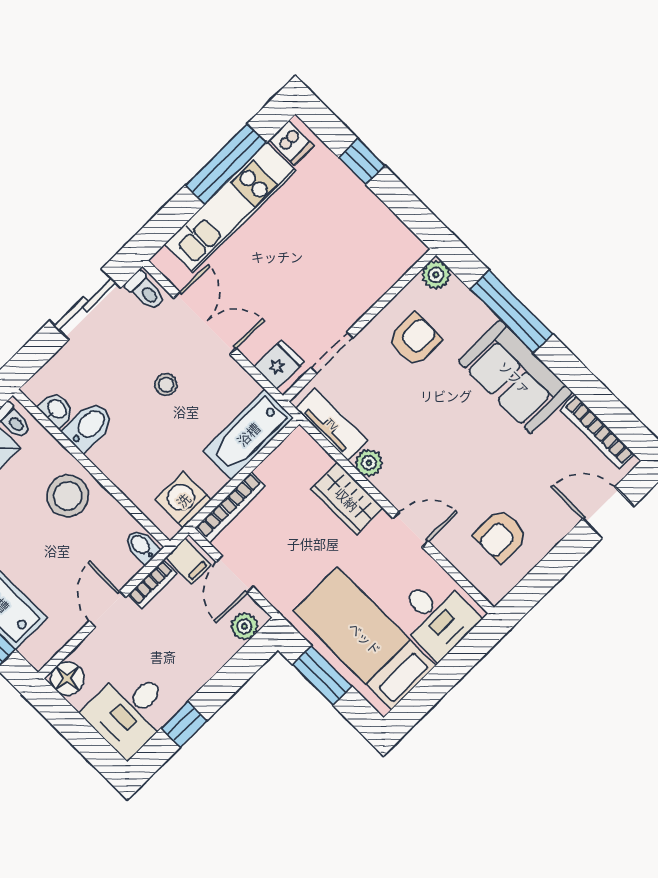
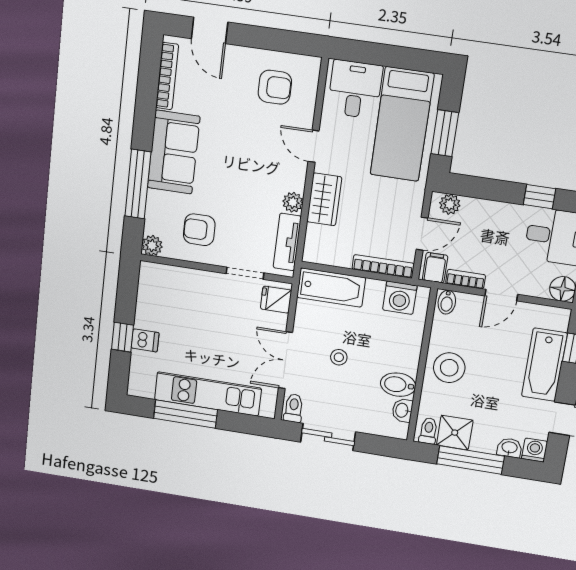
dishwasher: (292, 143) -> (145, 340), moved, turned 90

